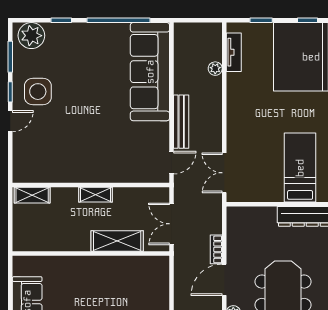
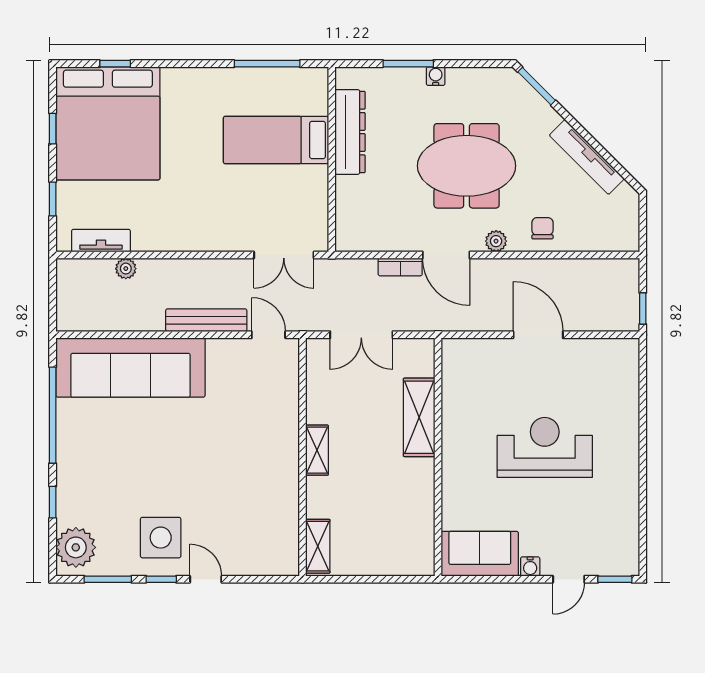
shelving: (117, 241) -> (419, 417), moved
wall: (91, 253) -> (438, 457), moved

